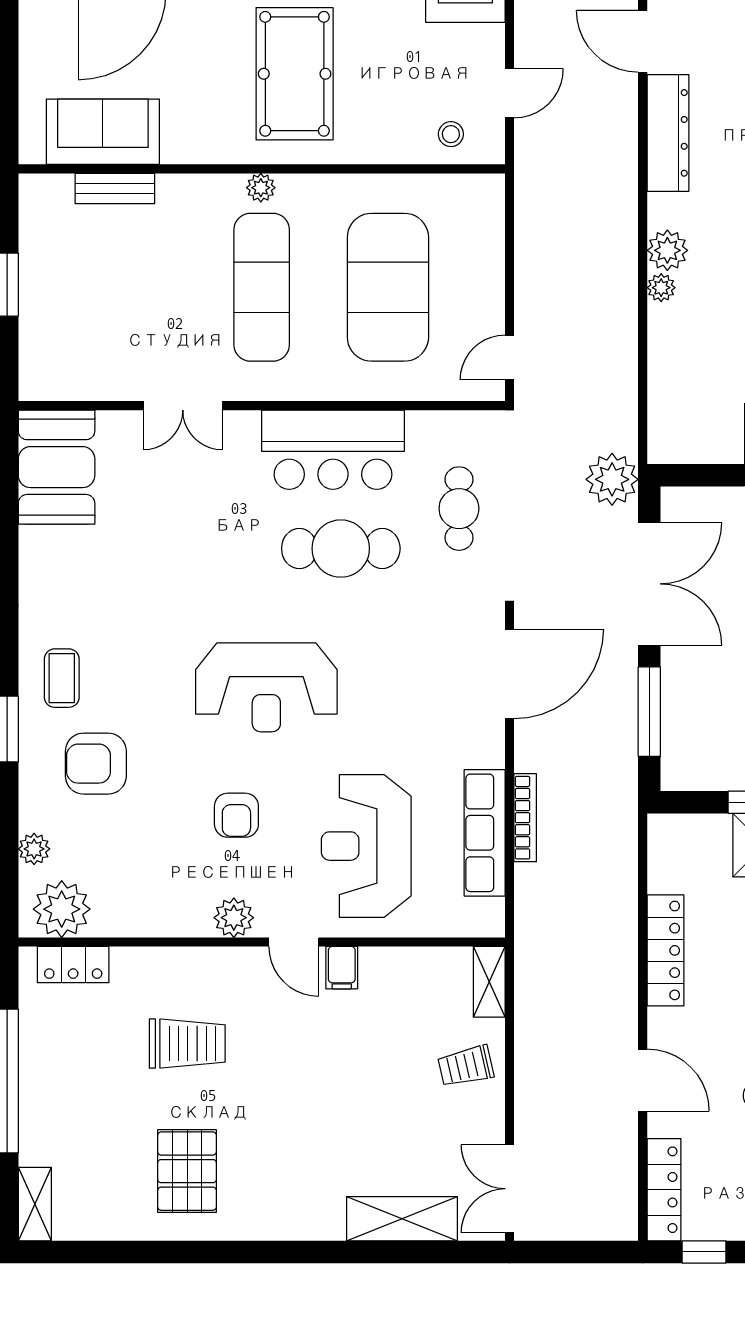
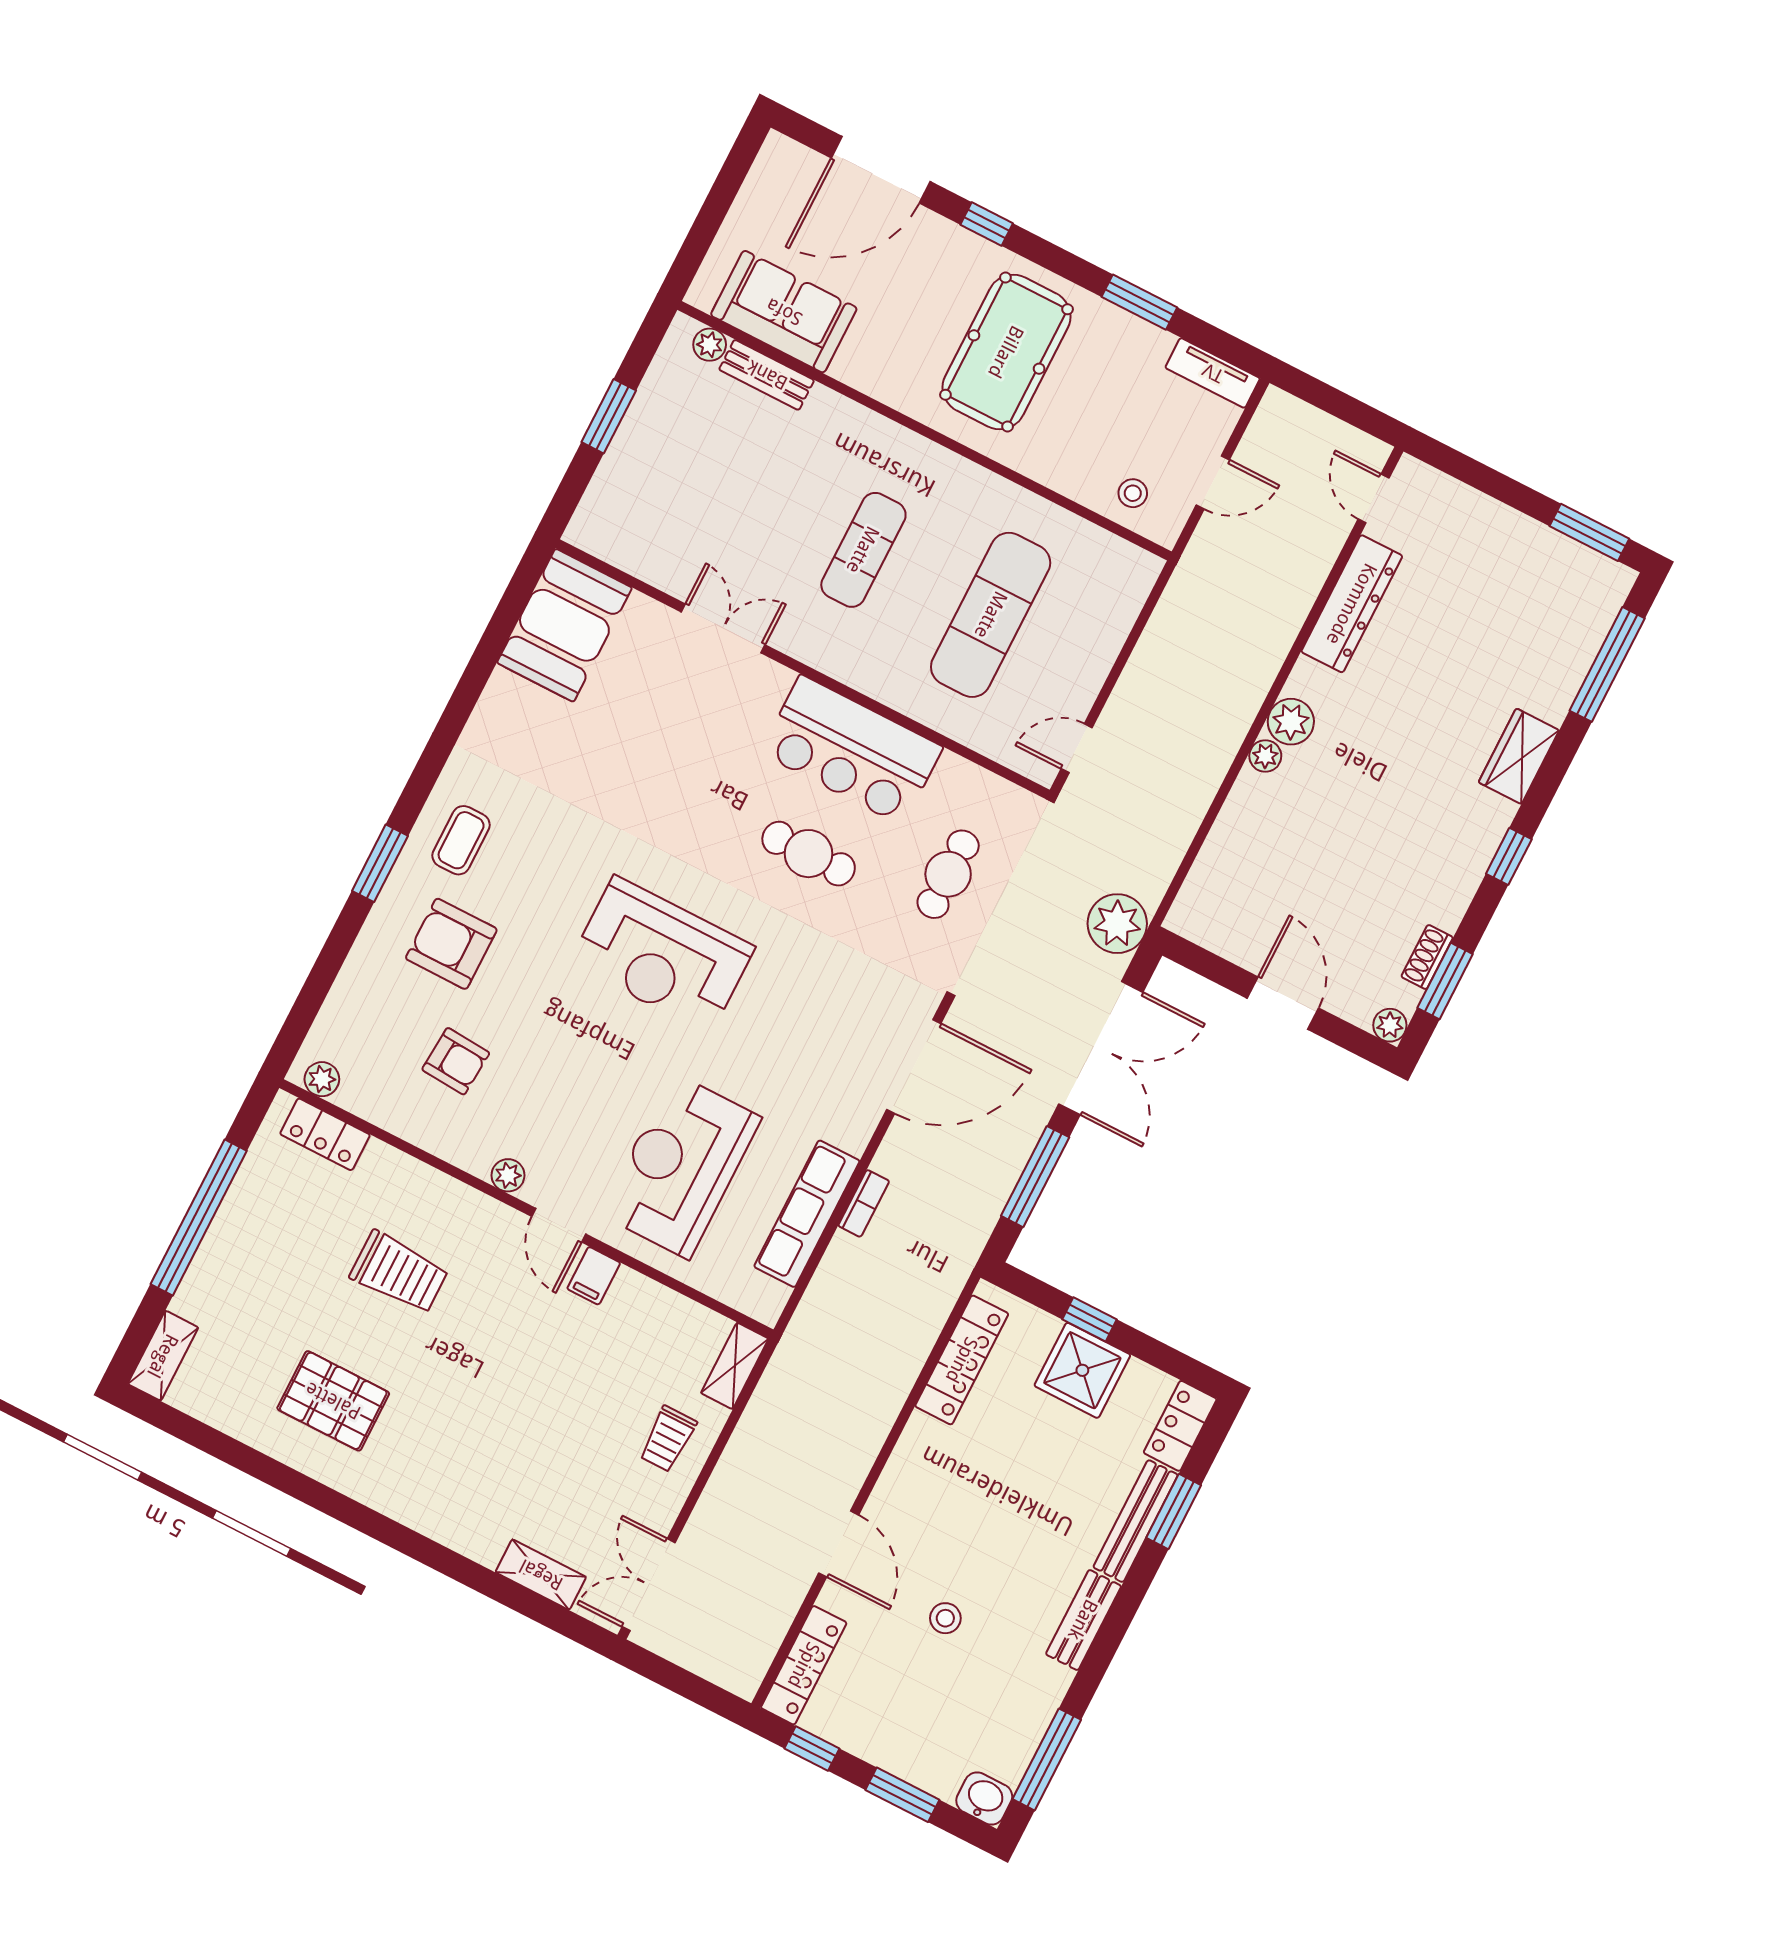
door: (643, 41) -> (1374, 498), width x0.73
plant: (261, 188) -> (710, 345), moved
exercise mat: (262, 287) -> (863, 550), width x0.73, depth x0.69
exercise mat: (388, 287) -> (991, 615), width x0.68
double door: (183, 406) -> (723, 628), swing flipped
cafe table: (341, 549) -> (809, 854), width x0.73, depth x0.74
armchair: (236, 815) -> (456, 1061), moved, turned -86
bookcase: (525, 818) -> (864, 1203), width x0.64
plant: (34, 849) -> (345, 998), removed
plant: (62, 909) -> (322, 1079), width x0.53, depth x0.53
plant: (234, 918) -> (508, 1175), width x0.73, depth x0.73
locker: (666, 950) -> (962, 1360), moved
trolley: (466, 1066) -> (668, 1439), turned -77
pallet: (187, 1171) -> (333, 1401), turned 90
shelving: (402, 1219) -> (541, 1575), width x0.67, depth x0.75

